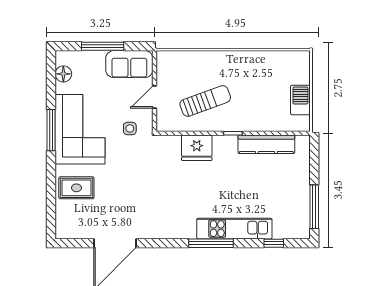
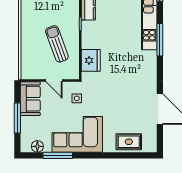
window: (51, 130) -> (58, 155), moved
fridge: (197, 148) -> (91, 60), moved
rug: (76, 188) -> (129, 142), moved, turned 90

